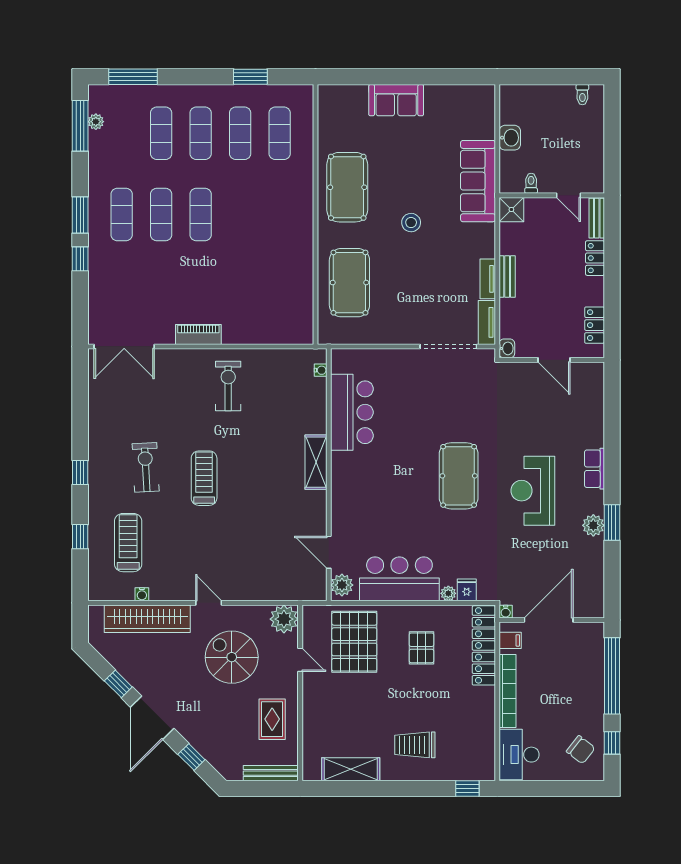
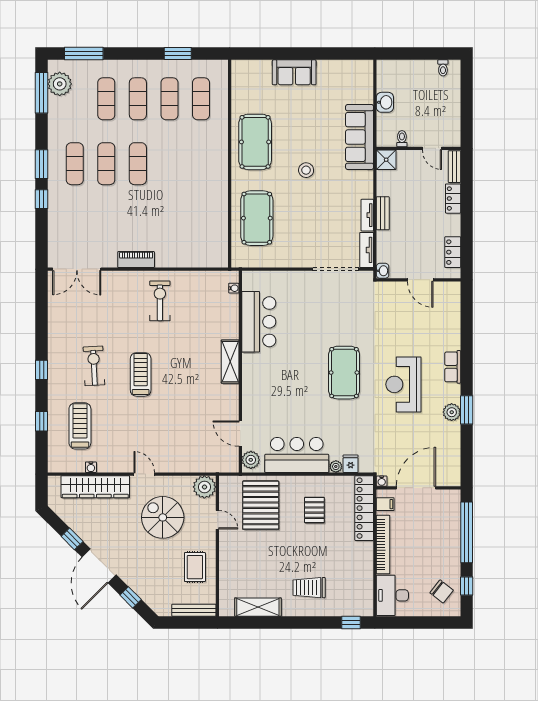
plant: (96, 122) -> (60, 84), width x1.87, depth x1.87

